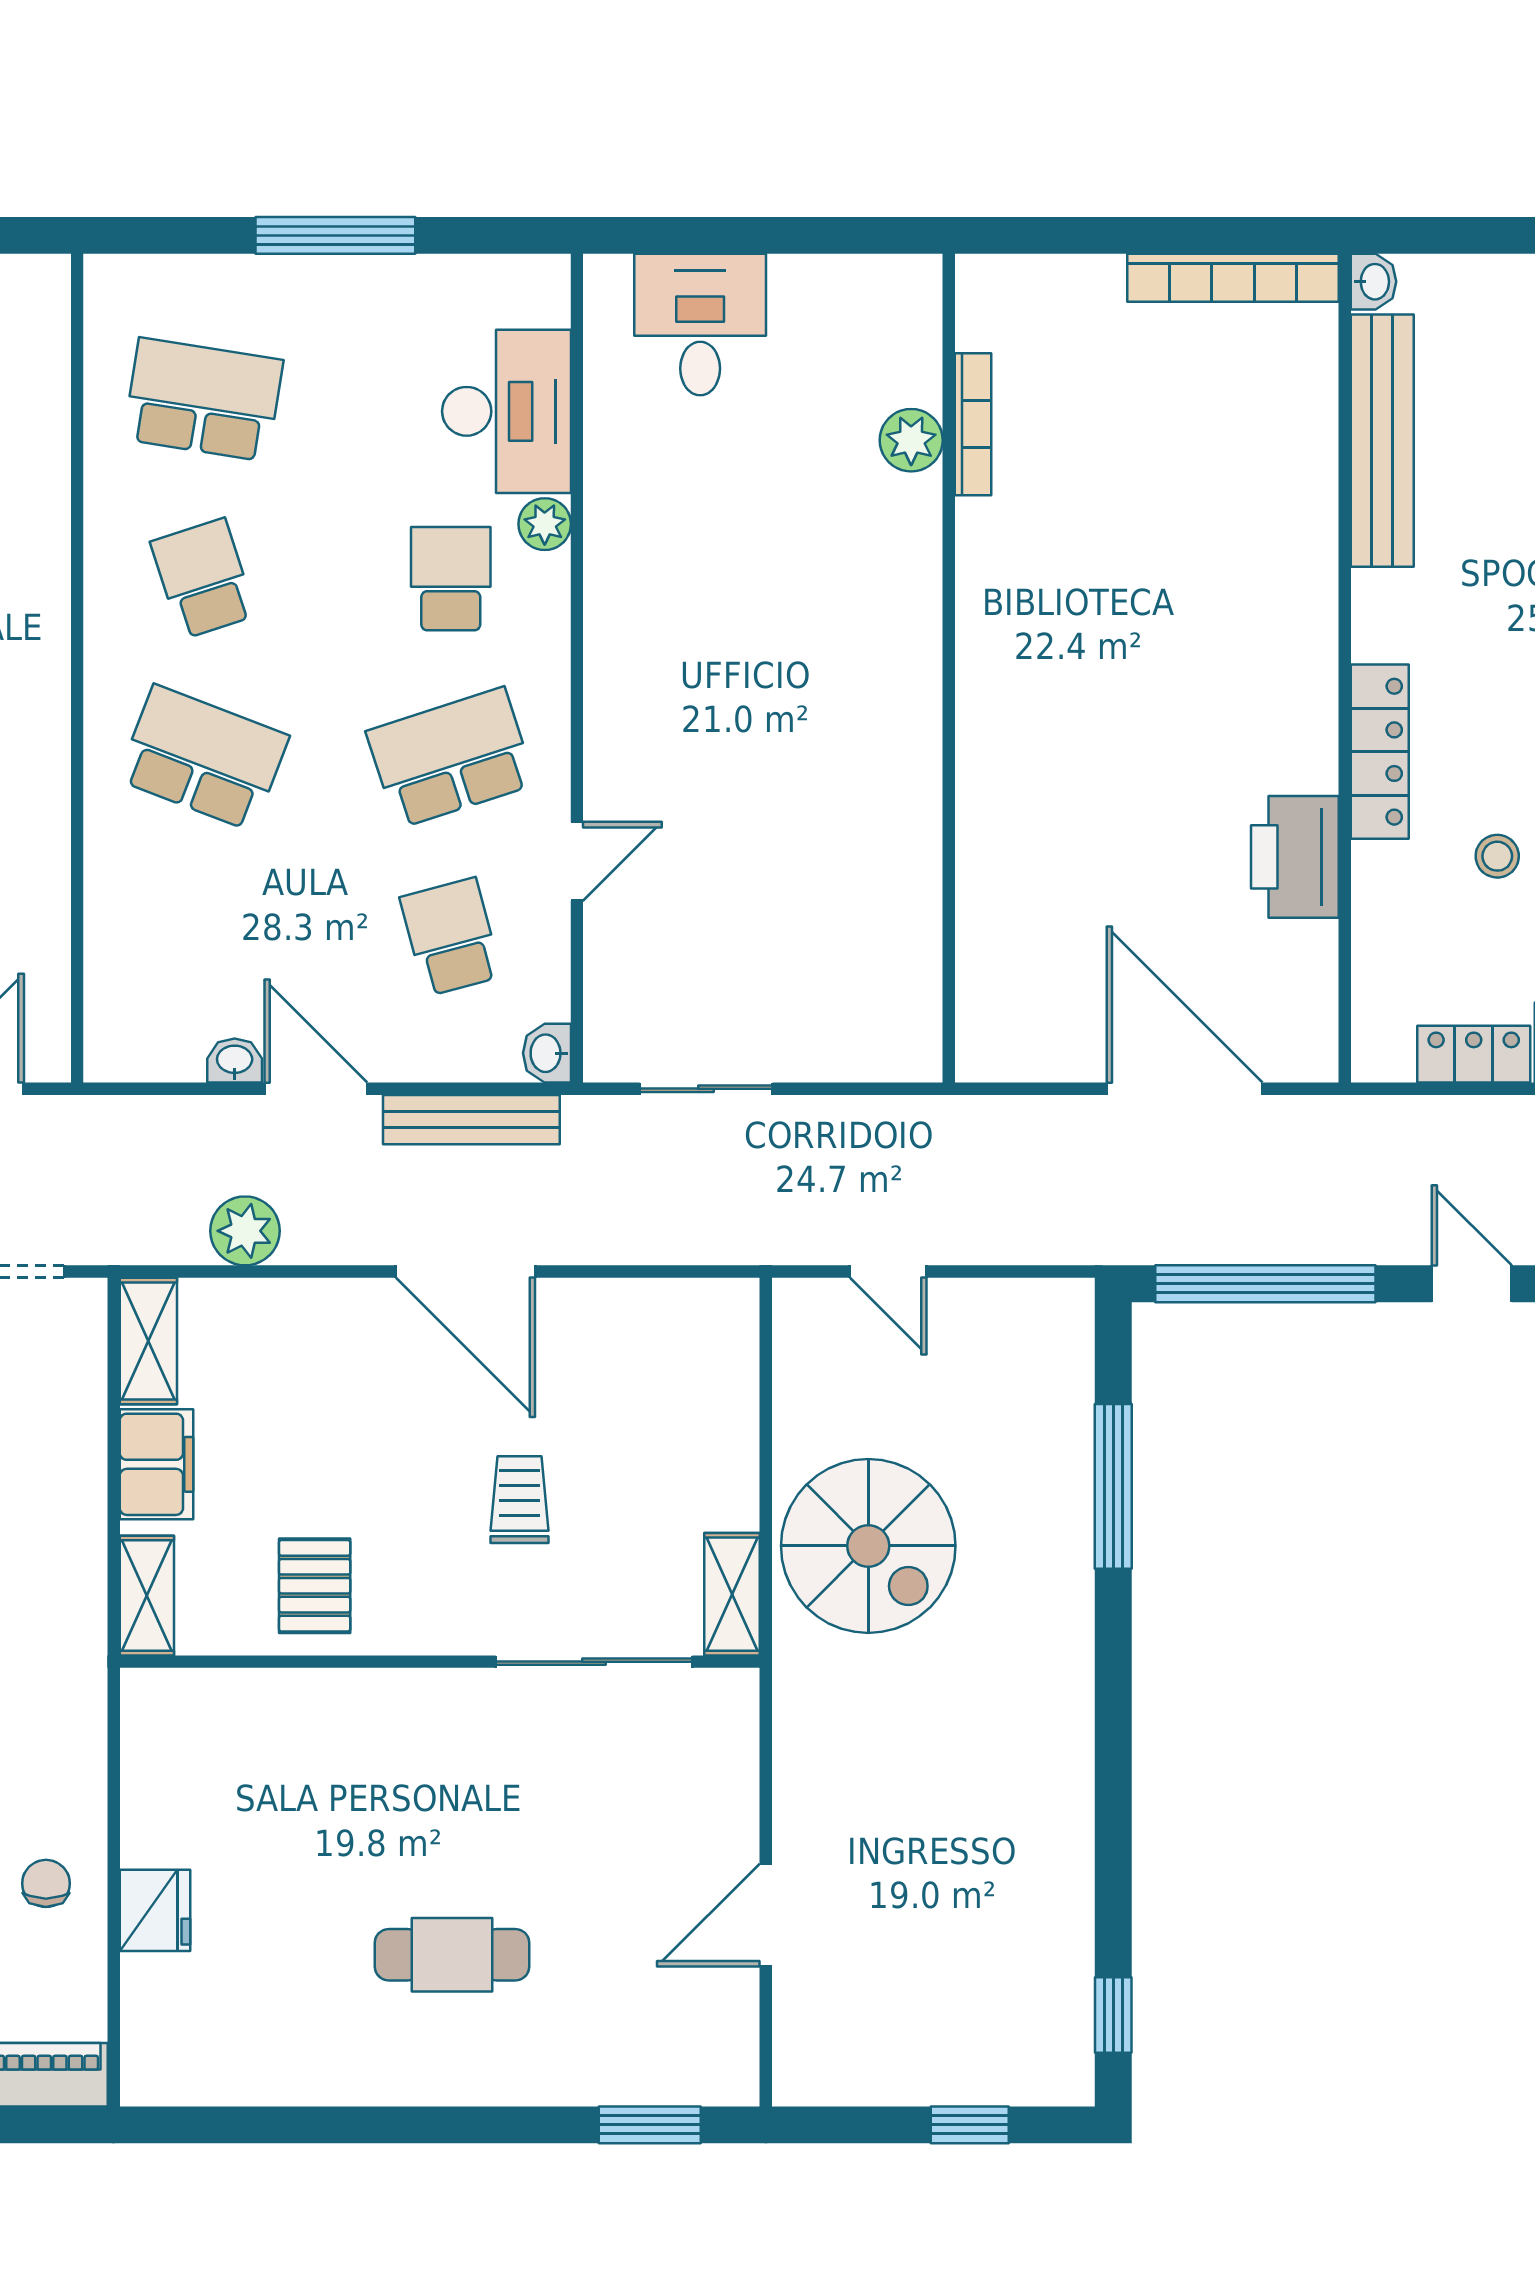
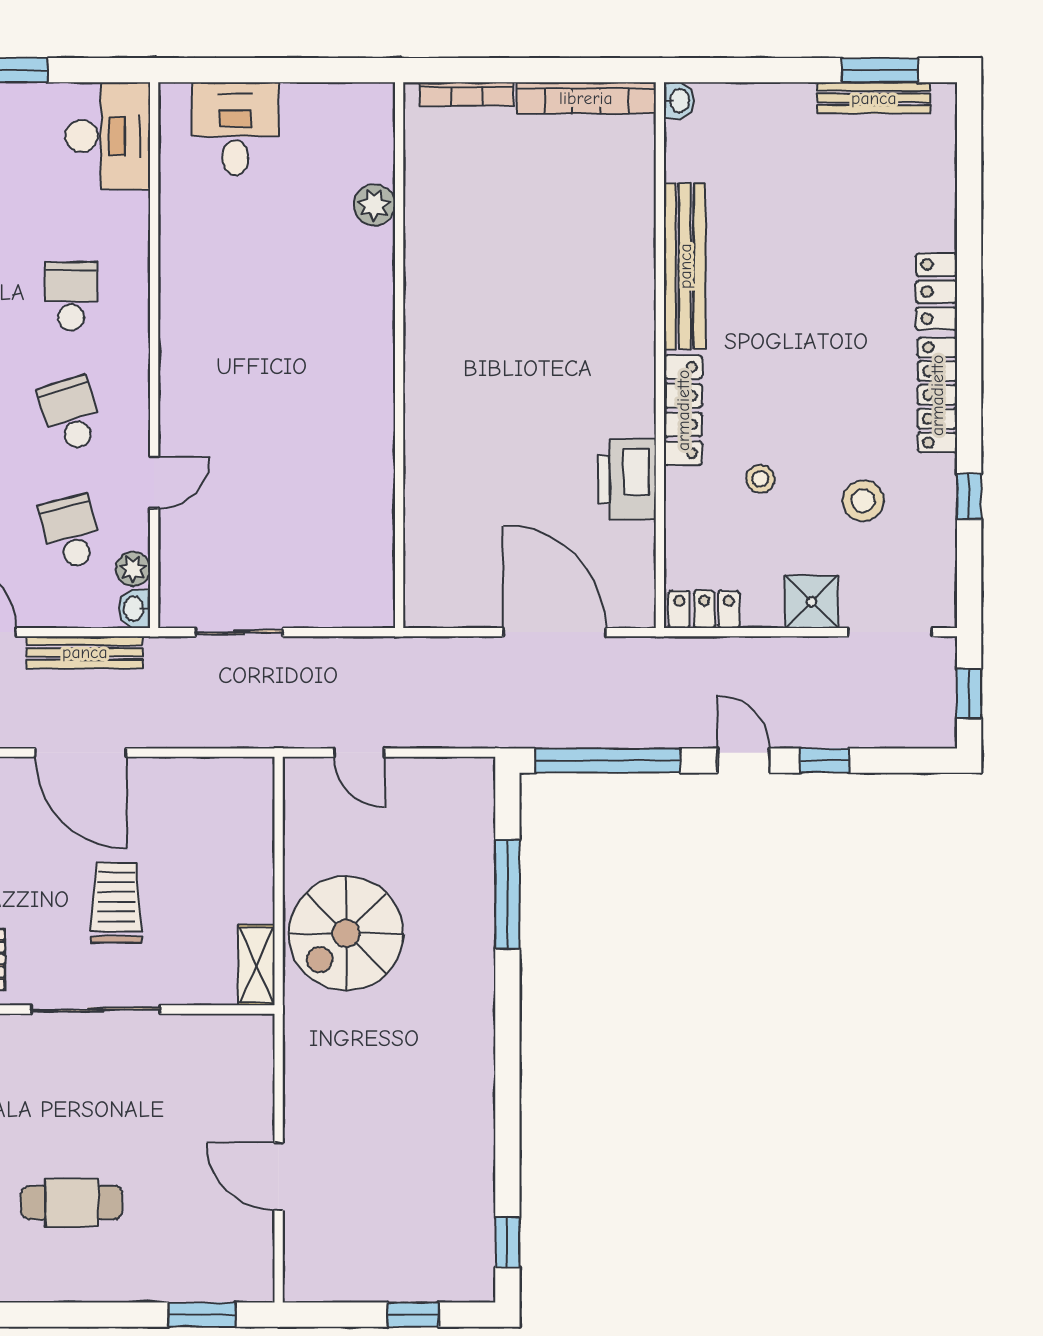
desk: (507, 411) -> (108, 136), moved
bookcase: (973, 424) -> (467, 94), moved, turned 90
bench: (1382, 441) -> (685, 266), moved
plant: (545, 524) -> (133, 569), moved
school desk: (451, 758) -> (71, 414), width x0.54
locker: (1474, 1054) -> (704, 609), moved
trolley: (520, 1500) -> (116, 903), width x1.36, depth x1.39
spiral stairs: (868, 1546) -> (346, 933), turned 90
sliding door: (594, 1662) -> (96, 1010), moved
door: (766, 1915) -> (279, 1176), hinge flipped

